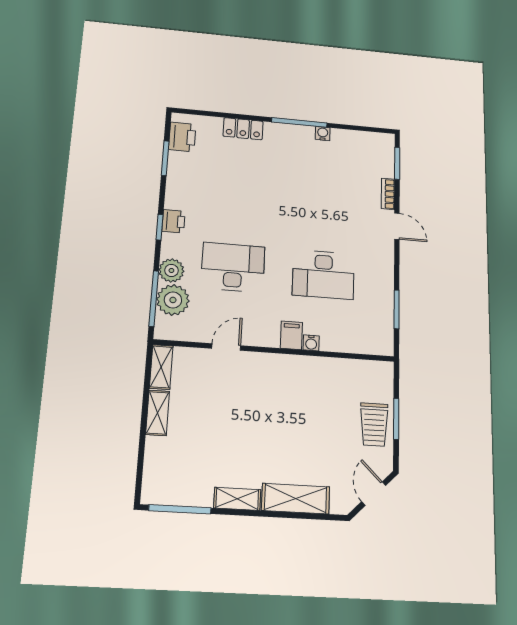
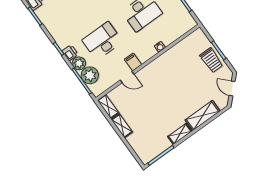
printer: (174, 221) -> (70, 53), moved
filing cabinet: (291, 335) -> (133, 62), moved
door: (226, 347) -> (127, 77), swing flipped

